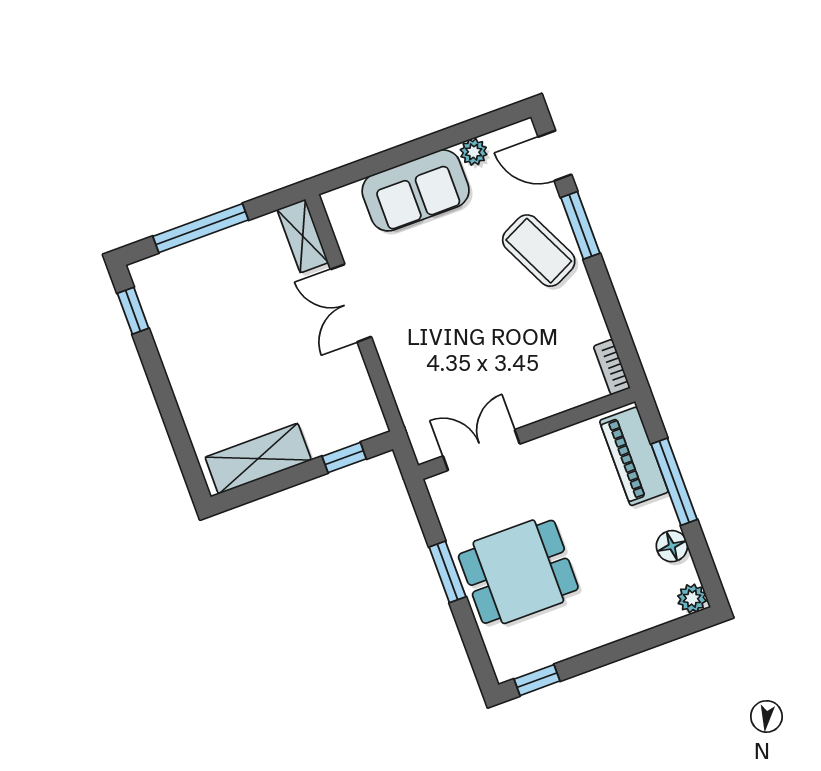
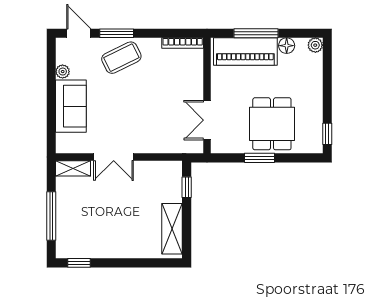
door: (555, 156) -> (79, 33), swing flipped
bookcase: (612, 367) -> (183, 43), width x1.56
piano: (634, 456) -> (245, 52), width x1.37, depth x1.33

